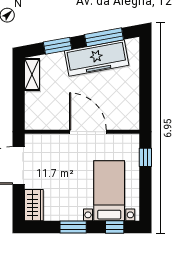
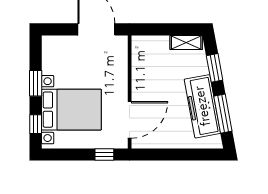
door: (88, 132) -> (130, 120), moved
bed with nightstands: (109, 191) -> (71, 110), width x1.36
wardrobe: (34, 205) -> (57, 44), removed

